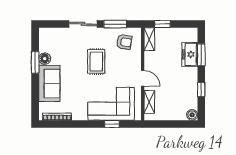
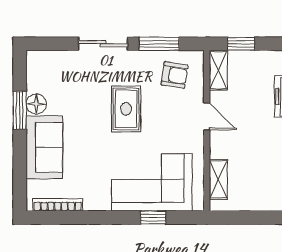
door: (143, 78) -> (207, 116), moved

